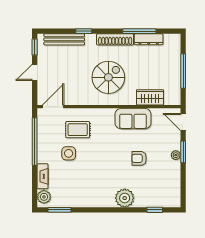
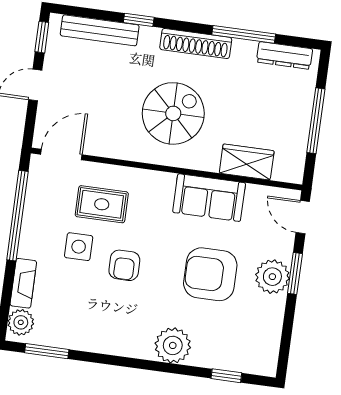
dresser: (149, 39) -> (285, 55), moved
plant: (176, 155) -> (272, 277), width x1.88, depth x1.88
armchair: (139, 158) -> (210, 274), width x1.88, depth x1.88
armchair: (94, 160) -> (124, 265), added

